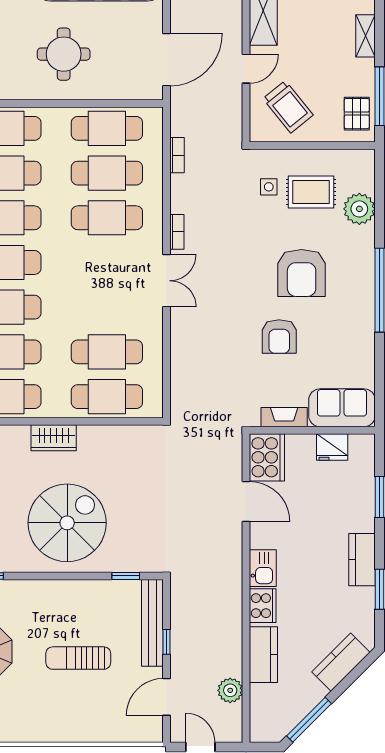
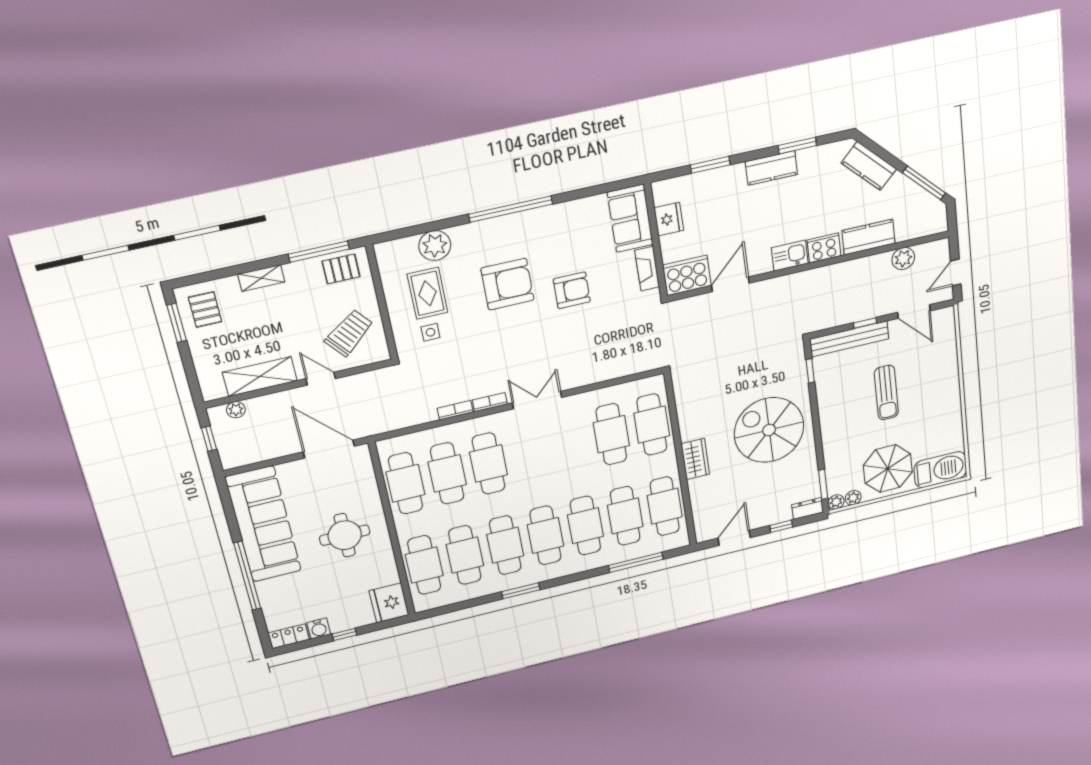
bookcase: (177, 155) -> (455, 410), moved

